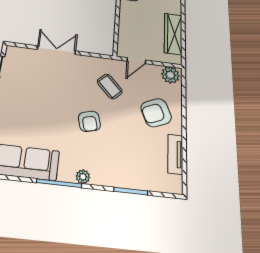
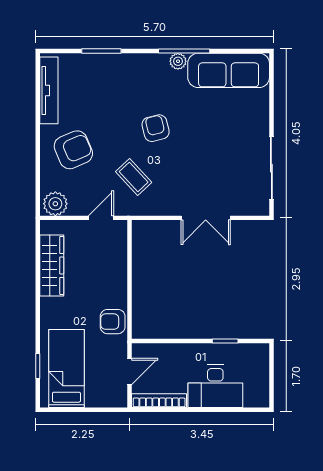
tv unit: (175, 154) -> (49, 90), width x1.41
plant: (83, 177) -> (178, 61), moved

